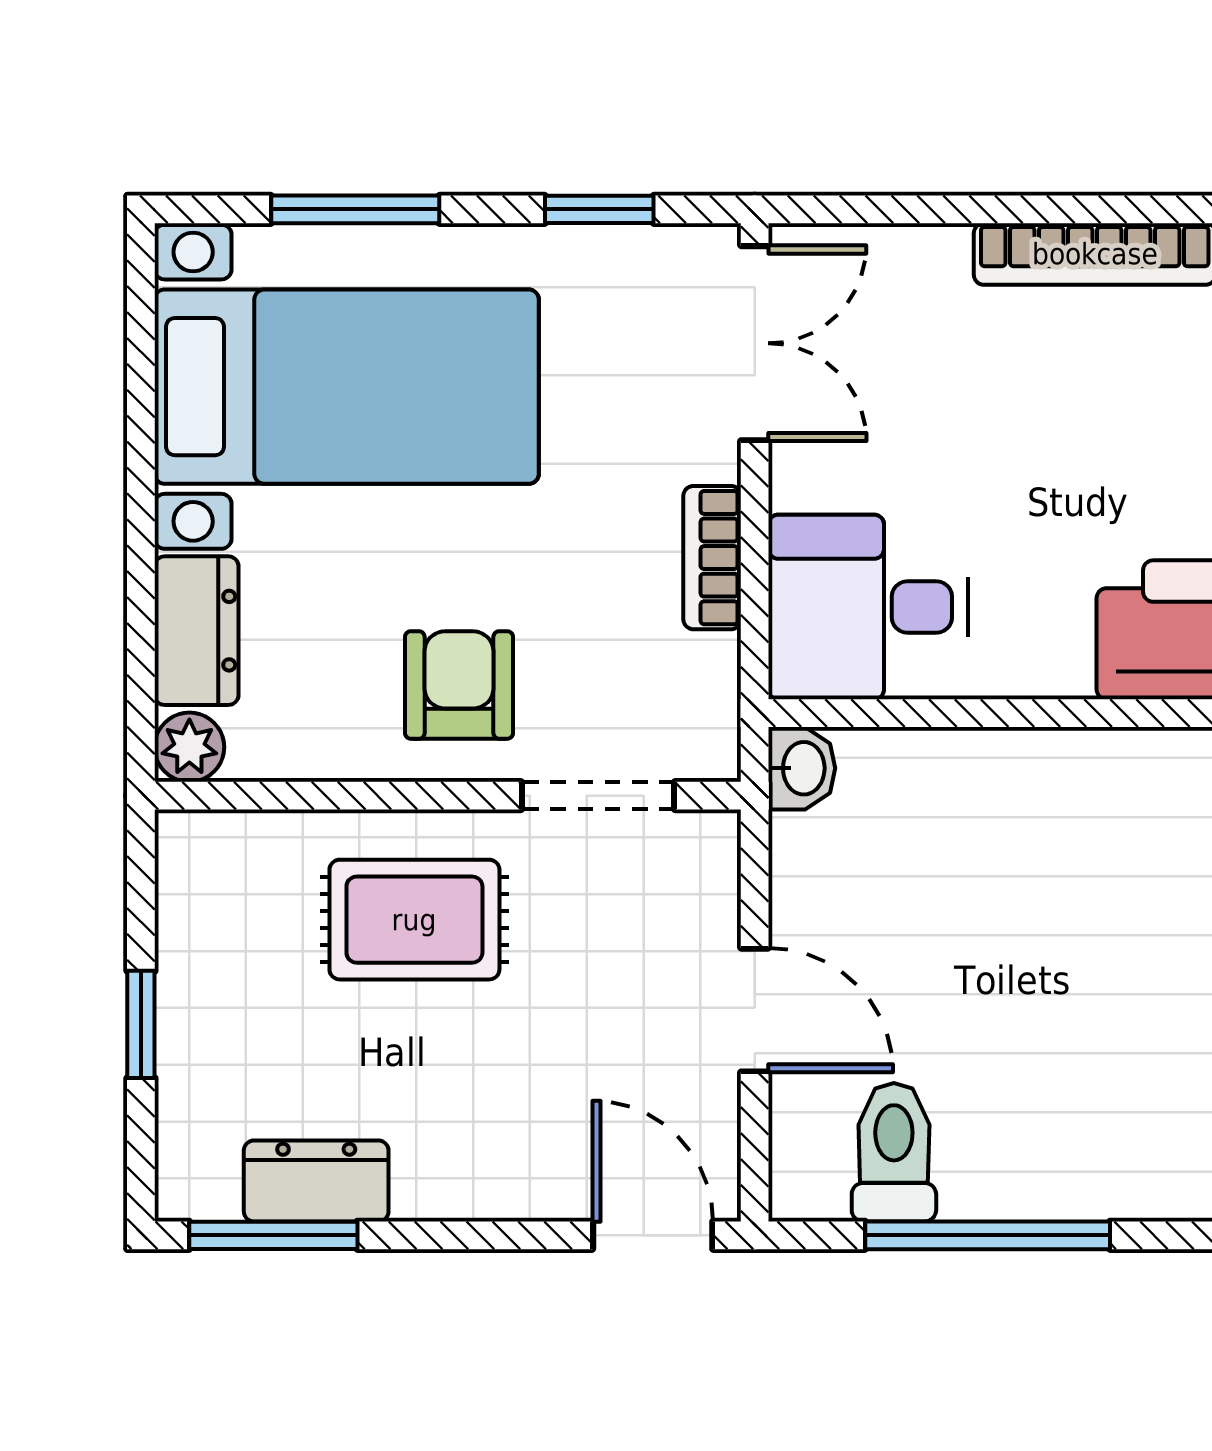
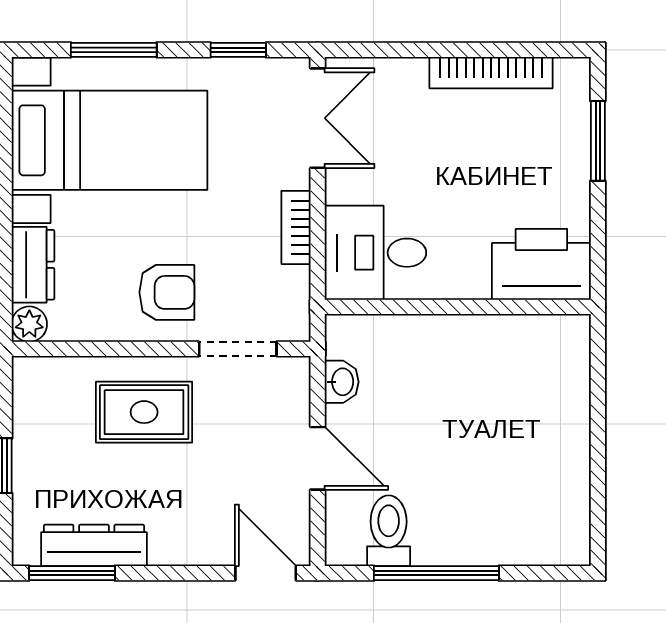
armchair: (459, 685) -> (167, 292), turned 90
washbasin: (802, 768) -> (342, 382), moved
dresser: (316, 1181) -> (94, 545), width x1.44

